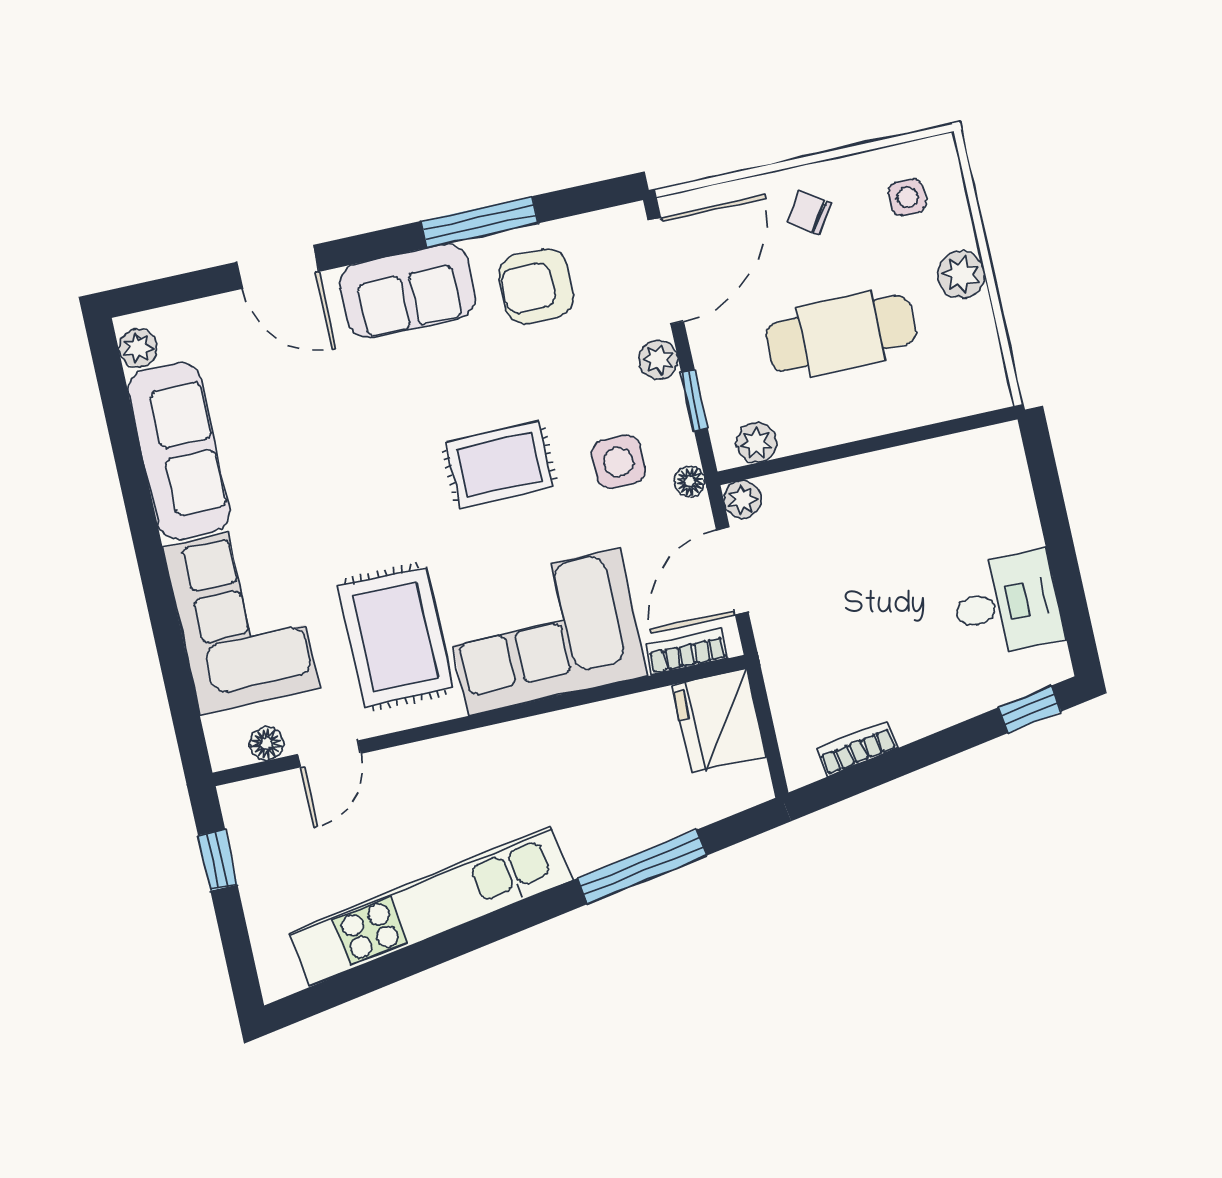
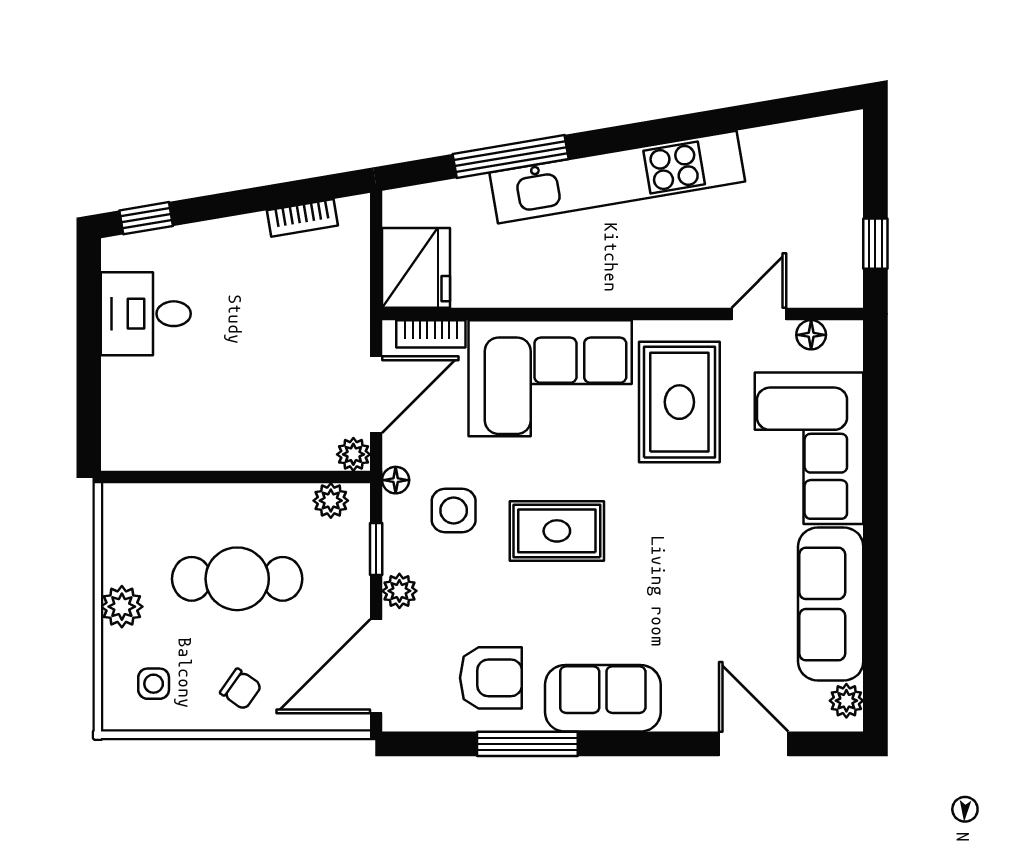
door: (278, 267) -> (754, 744), moved
kitchen unit: (430, 906) -> (617, 177), moved

